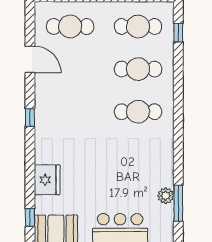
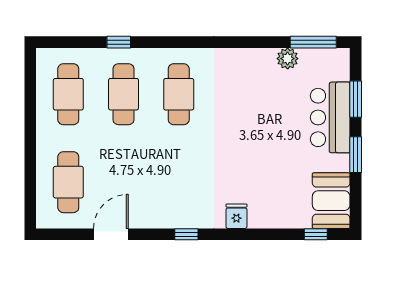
window: (178, 33) -> (119, 42), moved
fridge: (47, 180) -> (236, 216), moved, width x0.53, depth x0.75
window: (178, 203) -> (313, 42), moved

